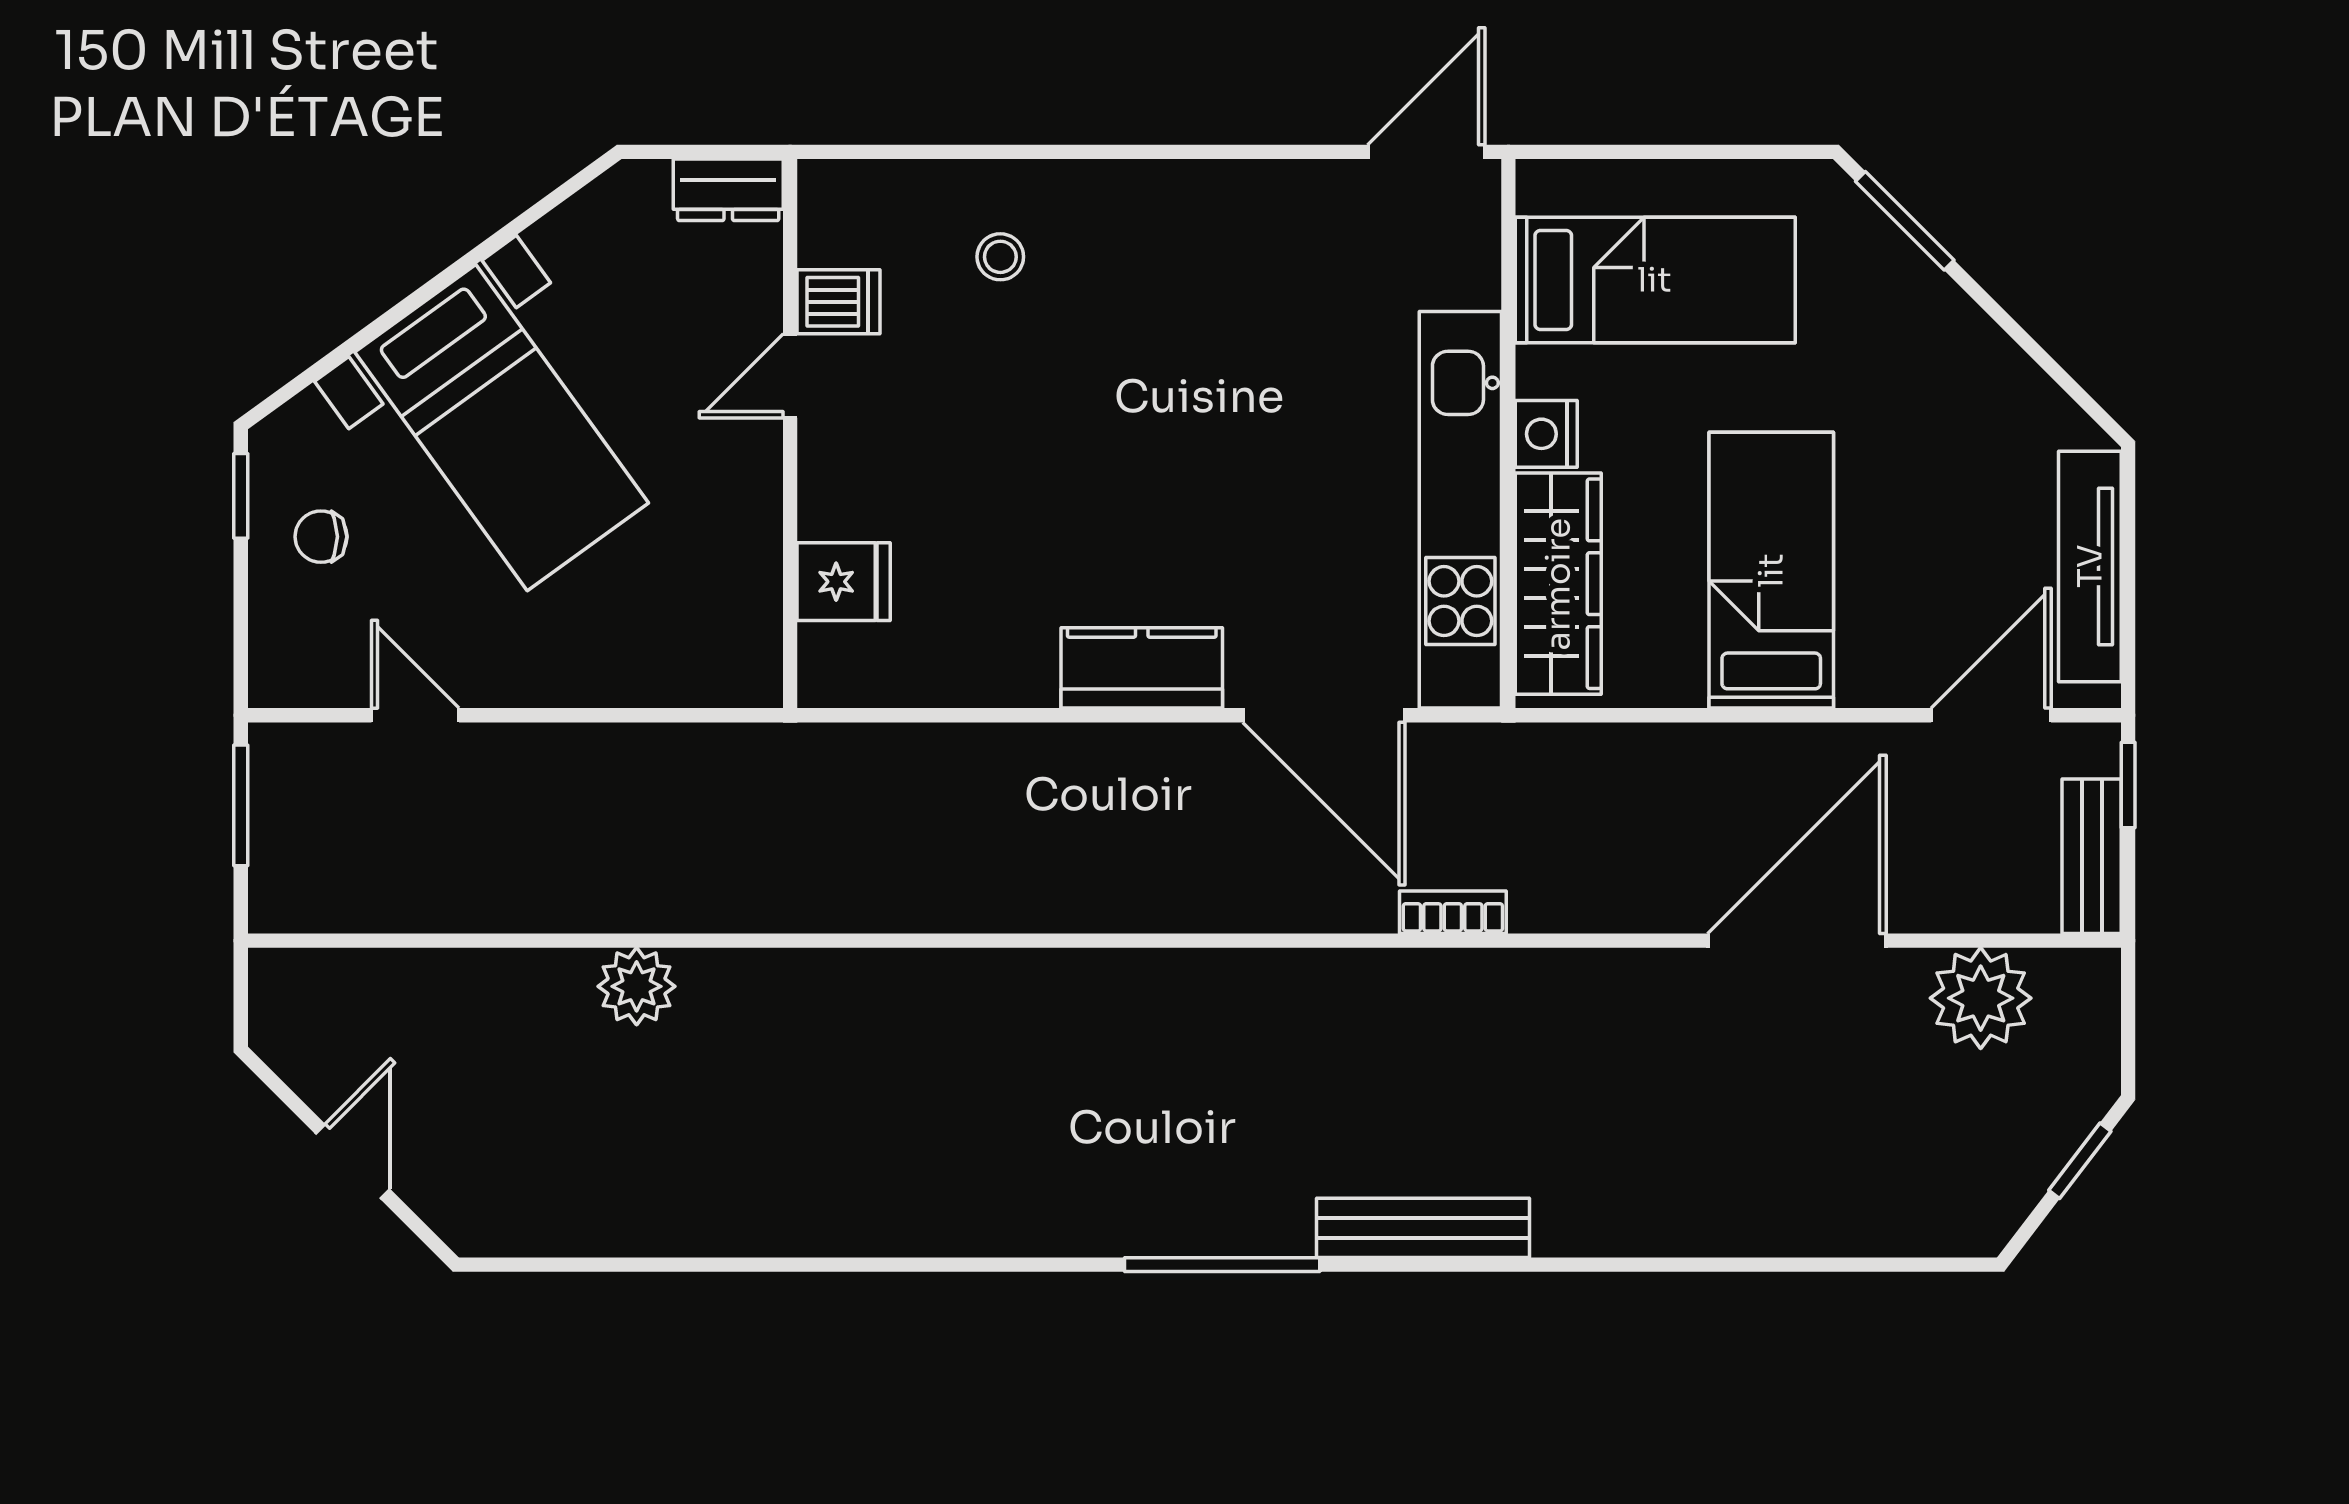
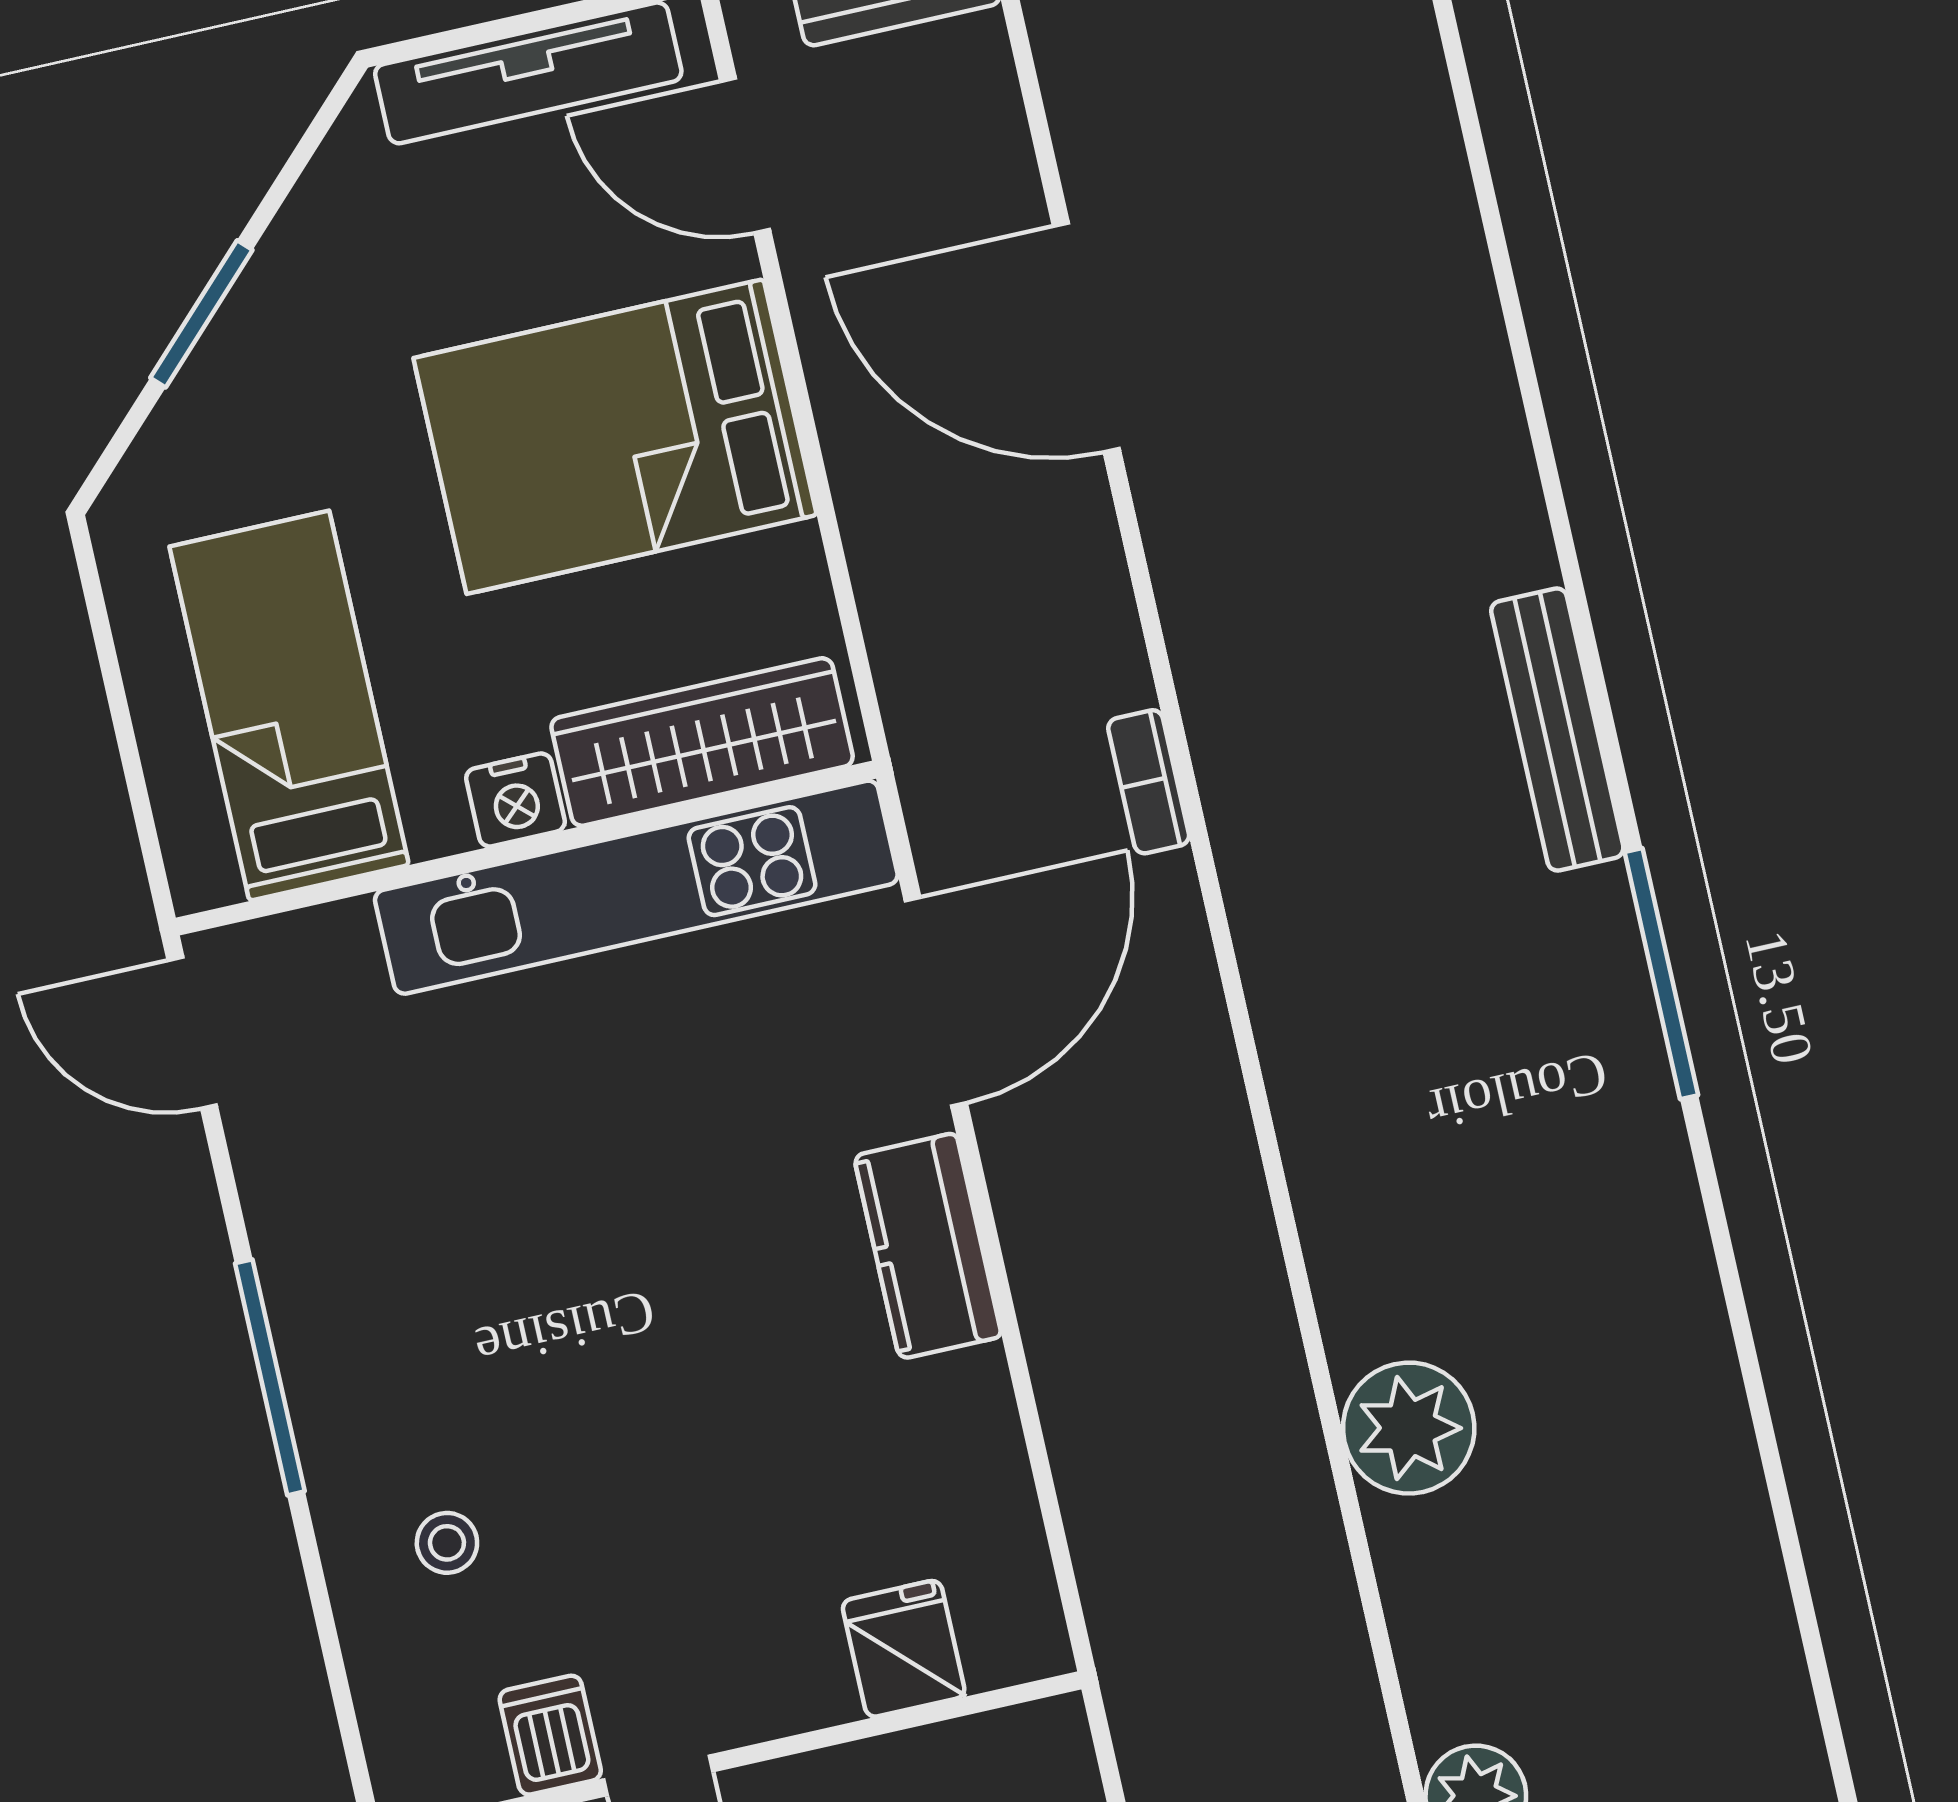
window: (1155, 152) -> (270, 1377), added
window: (1905, 221) -> (201, 314), moved
bed: (1771, 570) -> (615, 436), width x1.50
plant: (1981, 998) -> (1409, 1428), moved

